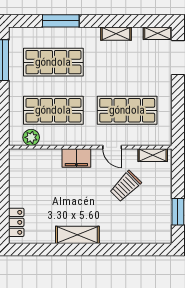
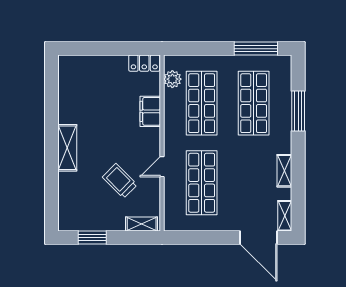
shelving: (153, 155) -> (142, 224), moved, turned 90
filing cabinet: (76, 158) -> (150, 111), moved
locker: (16, 222) -> (144, 63), moved
shelving: (77, 235) -> (67, 148), moved

